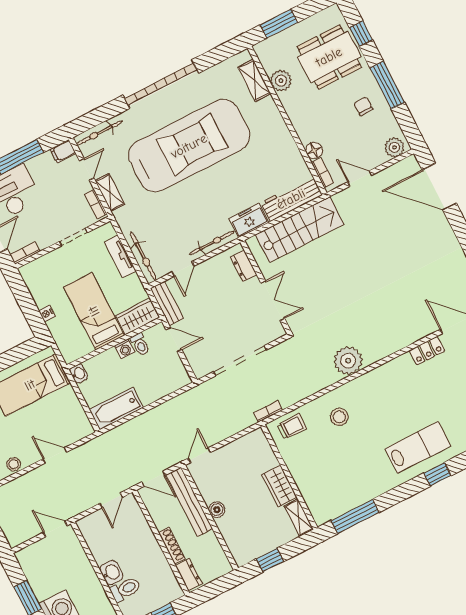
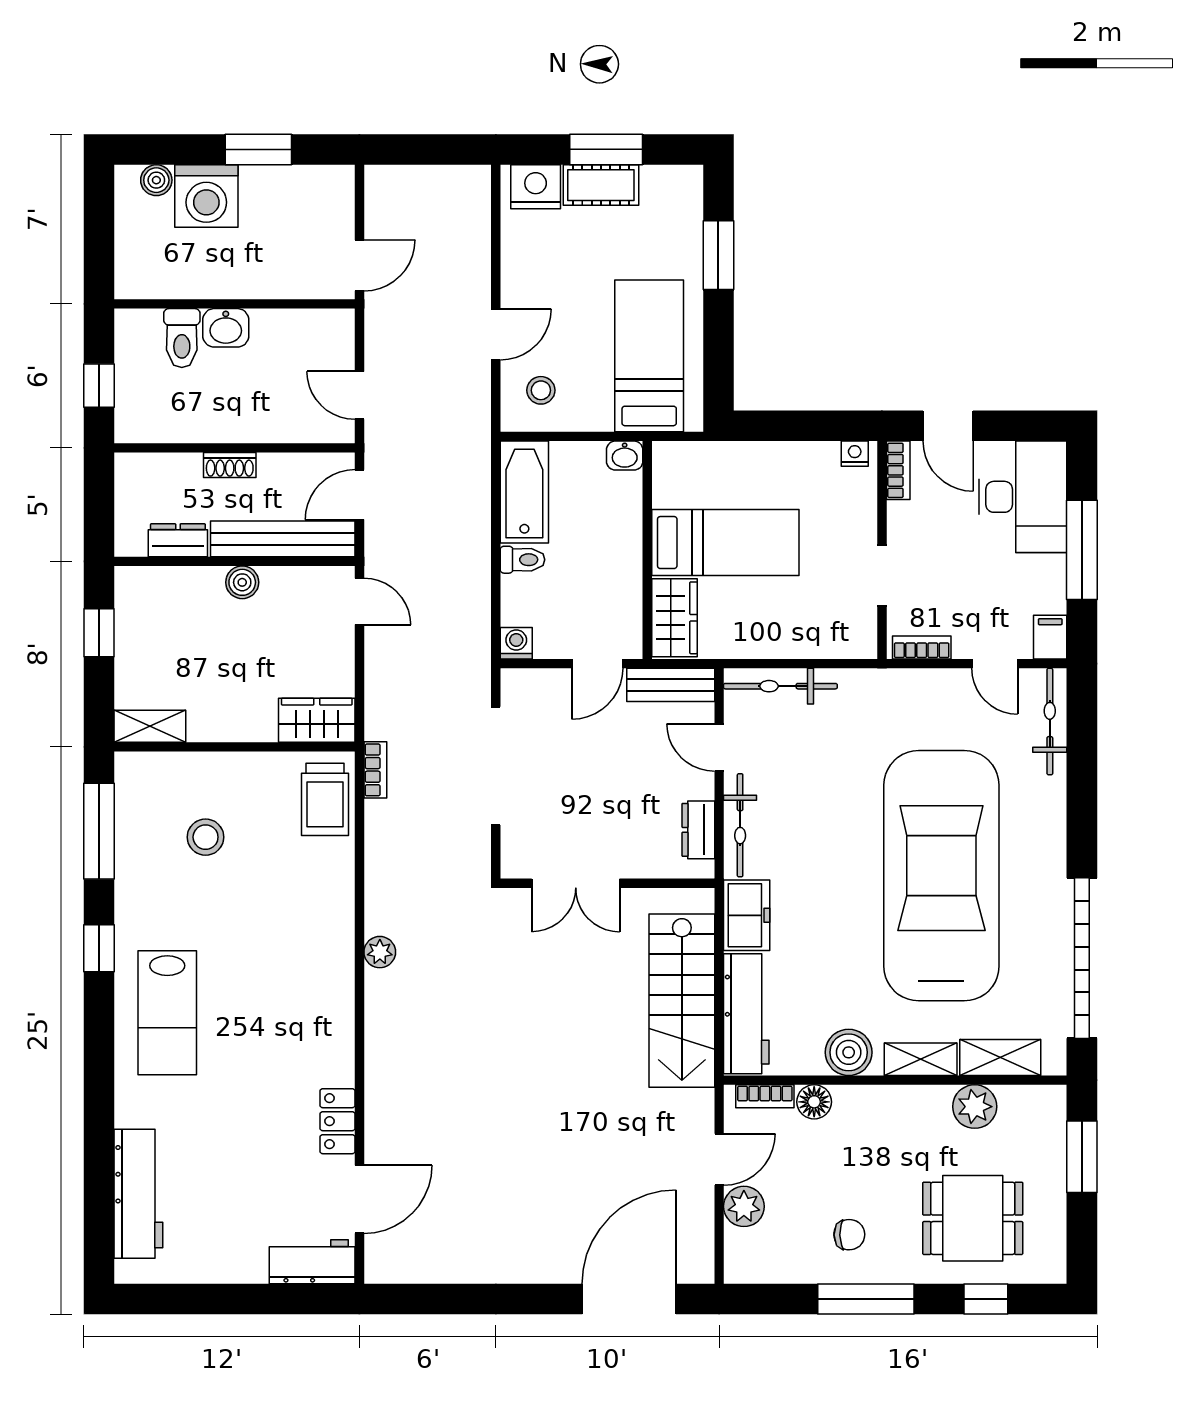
dining table: (329, 57) -> (973, 1218), width x0.73
garage door: (161, 84) -> (1082, 958), moved
car: (189, 146) -> (941, 876), turned 180
boiler: (285, 147) -> (849, 1052), added
plant: (394, 147) -> (744, 1206), moved
shelving: (110, 192) -> (921, 1059), moved
tv unit: (120, 257) -> (801, 643), removed
dresser: (244, 266) -> (698, 830), moved, turned -90
nightstand: (47, 314) -> (855, 454), moved
toilet: (140, 344) -> (522, 560), moved, turned 180
washing machine: (125, 349) -> (516, 643), moved, turned 90
plant: (348, 361) -> (380, 952), width x0.53, depth x0.53
stool: (339, 417) -> (206, 837), moved
trolley: (292, 427) -> (325, 799), width x1.36, depth x1.39
stool: (14, 464) -> (541, 390), moved
window: (437, 474) -> (99, 948), moved
wardrobe: (279, 486) -> (317, 720), moved
shoe rack: (172, 546) -> (230, 465), width x0.70
dresser: (189, 575) -> (178, 540), moved, turned 180

